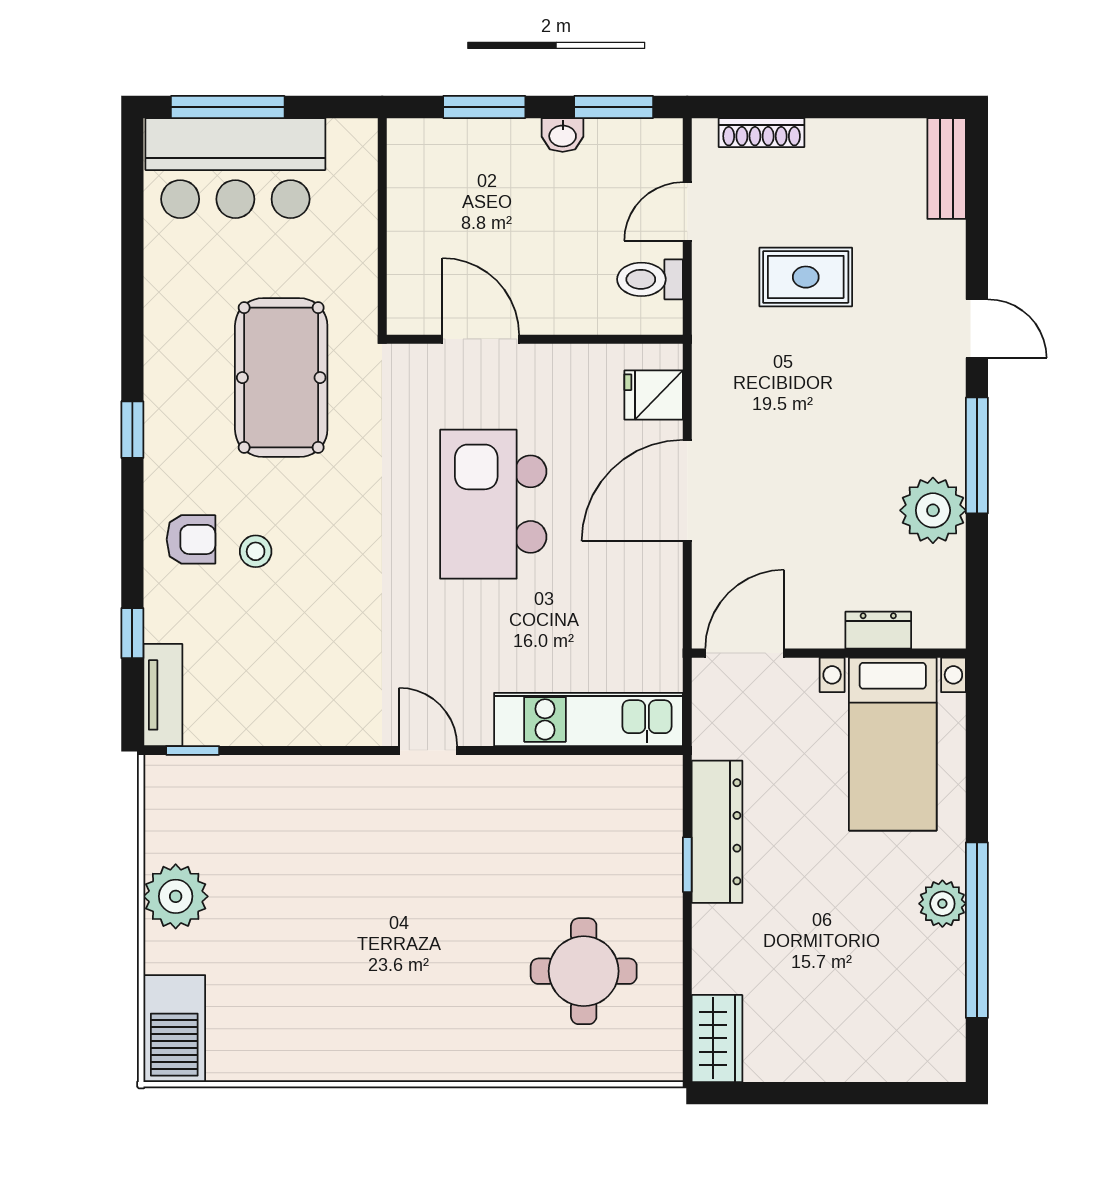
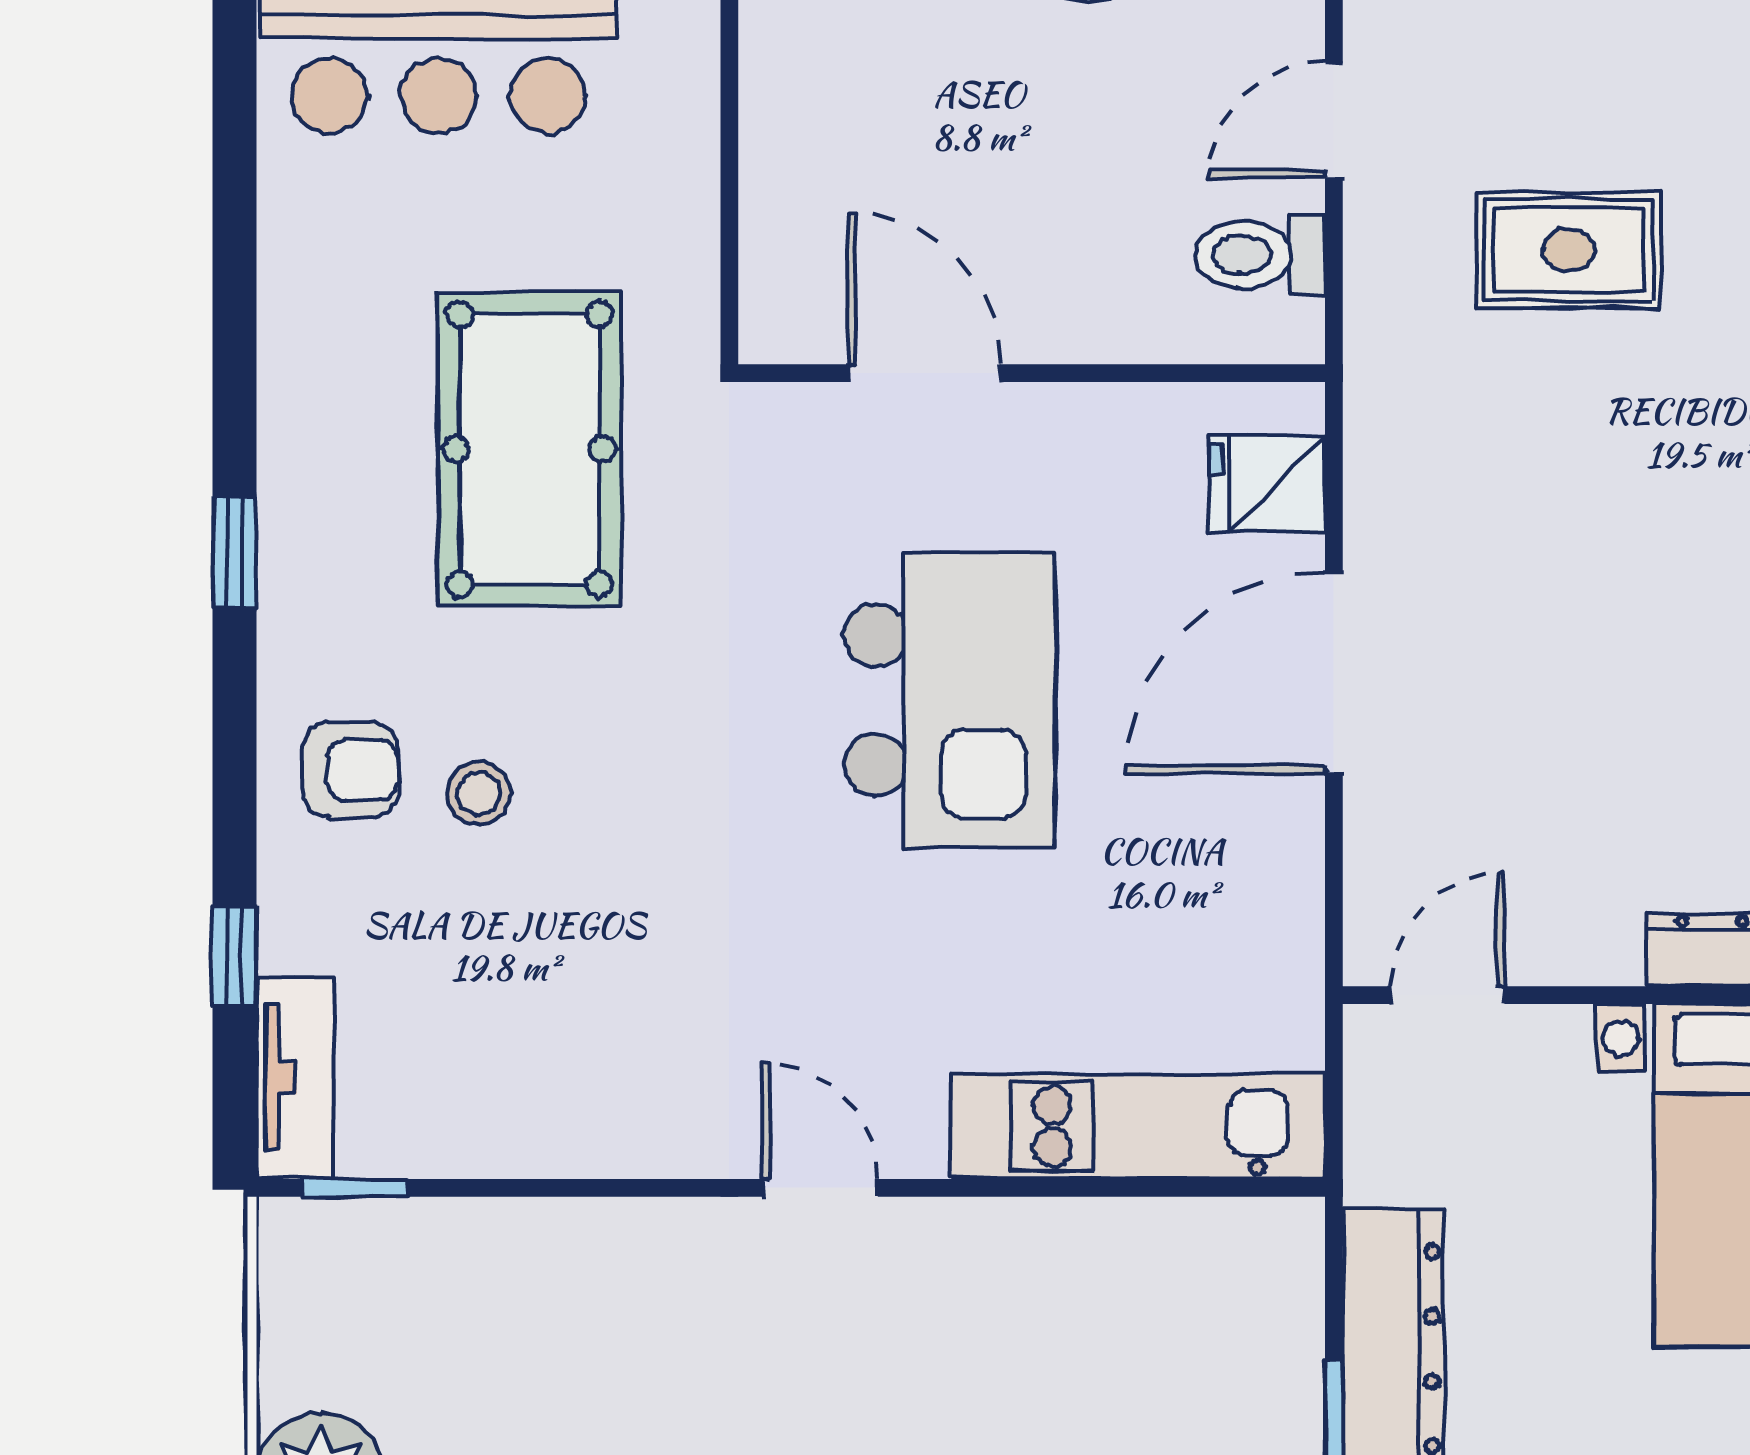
kitchen island: (493, 504) -> (950, 700), turned 180
door: (745, 653) -> (1448, 995), width x0.73

